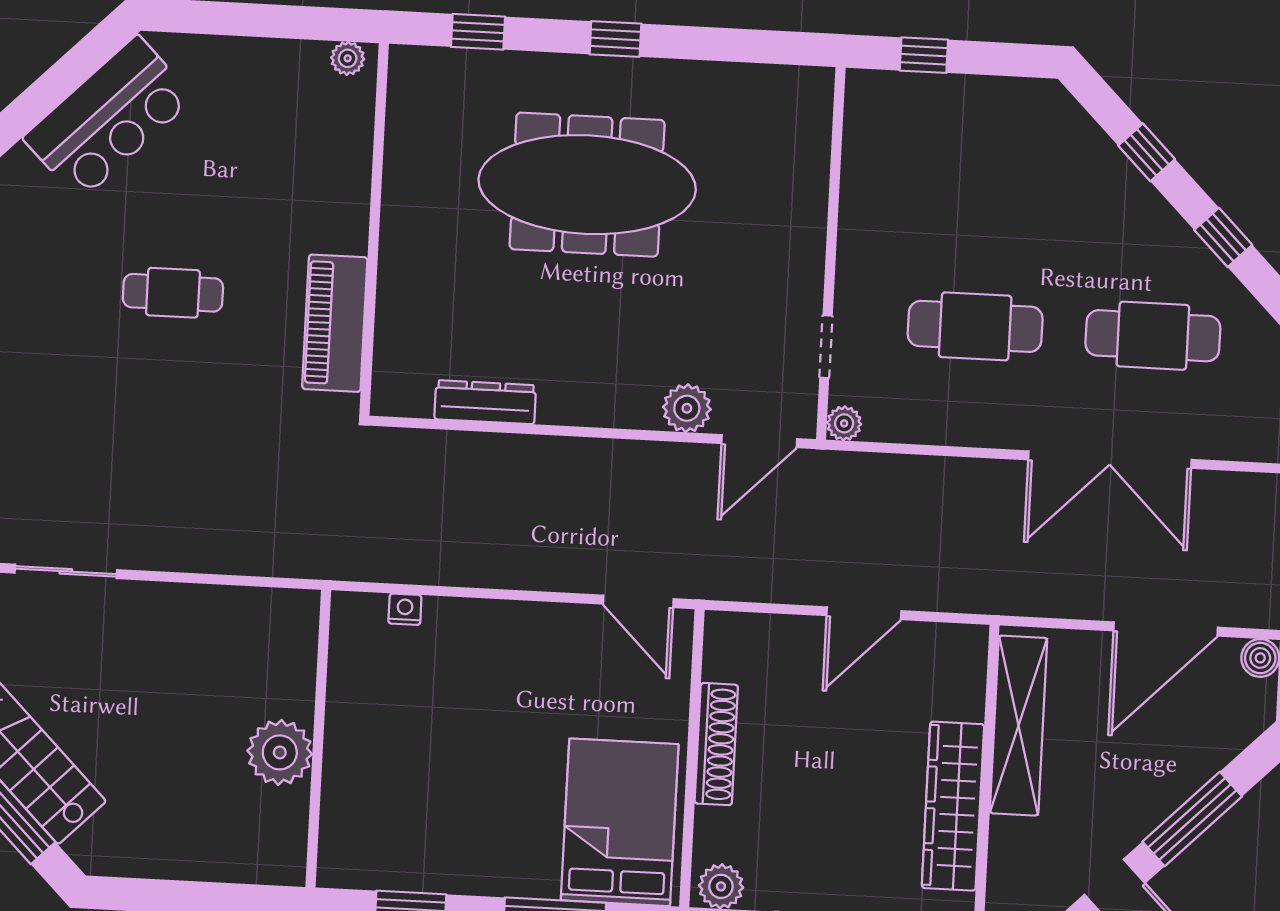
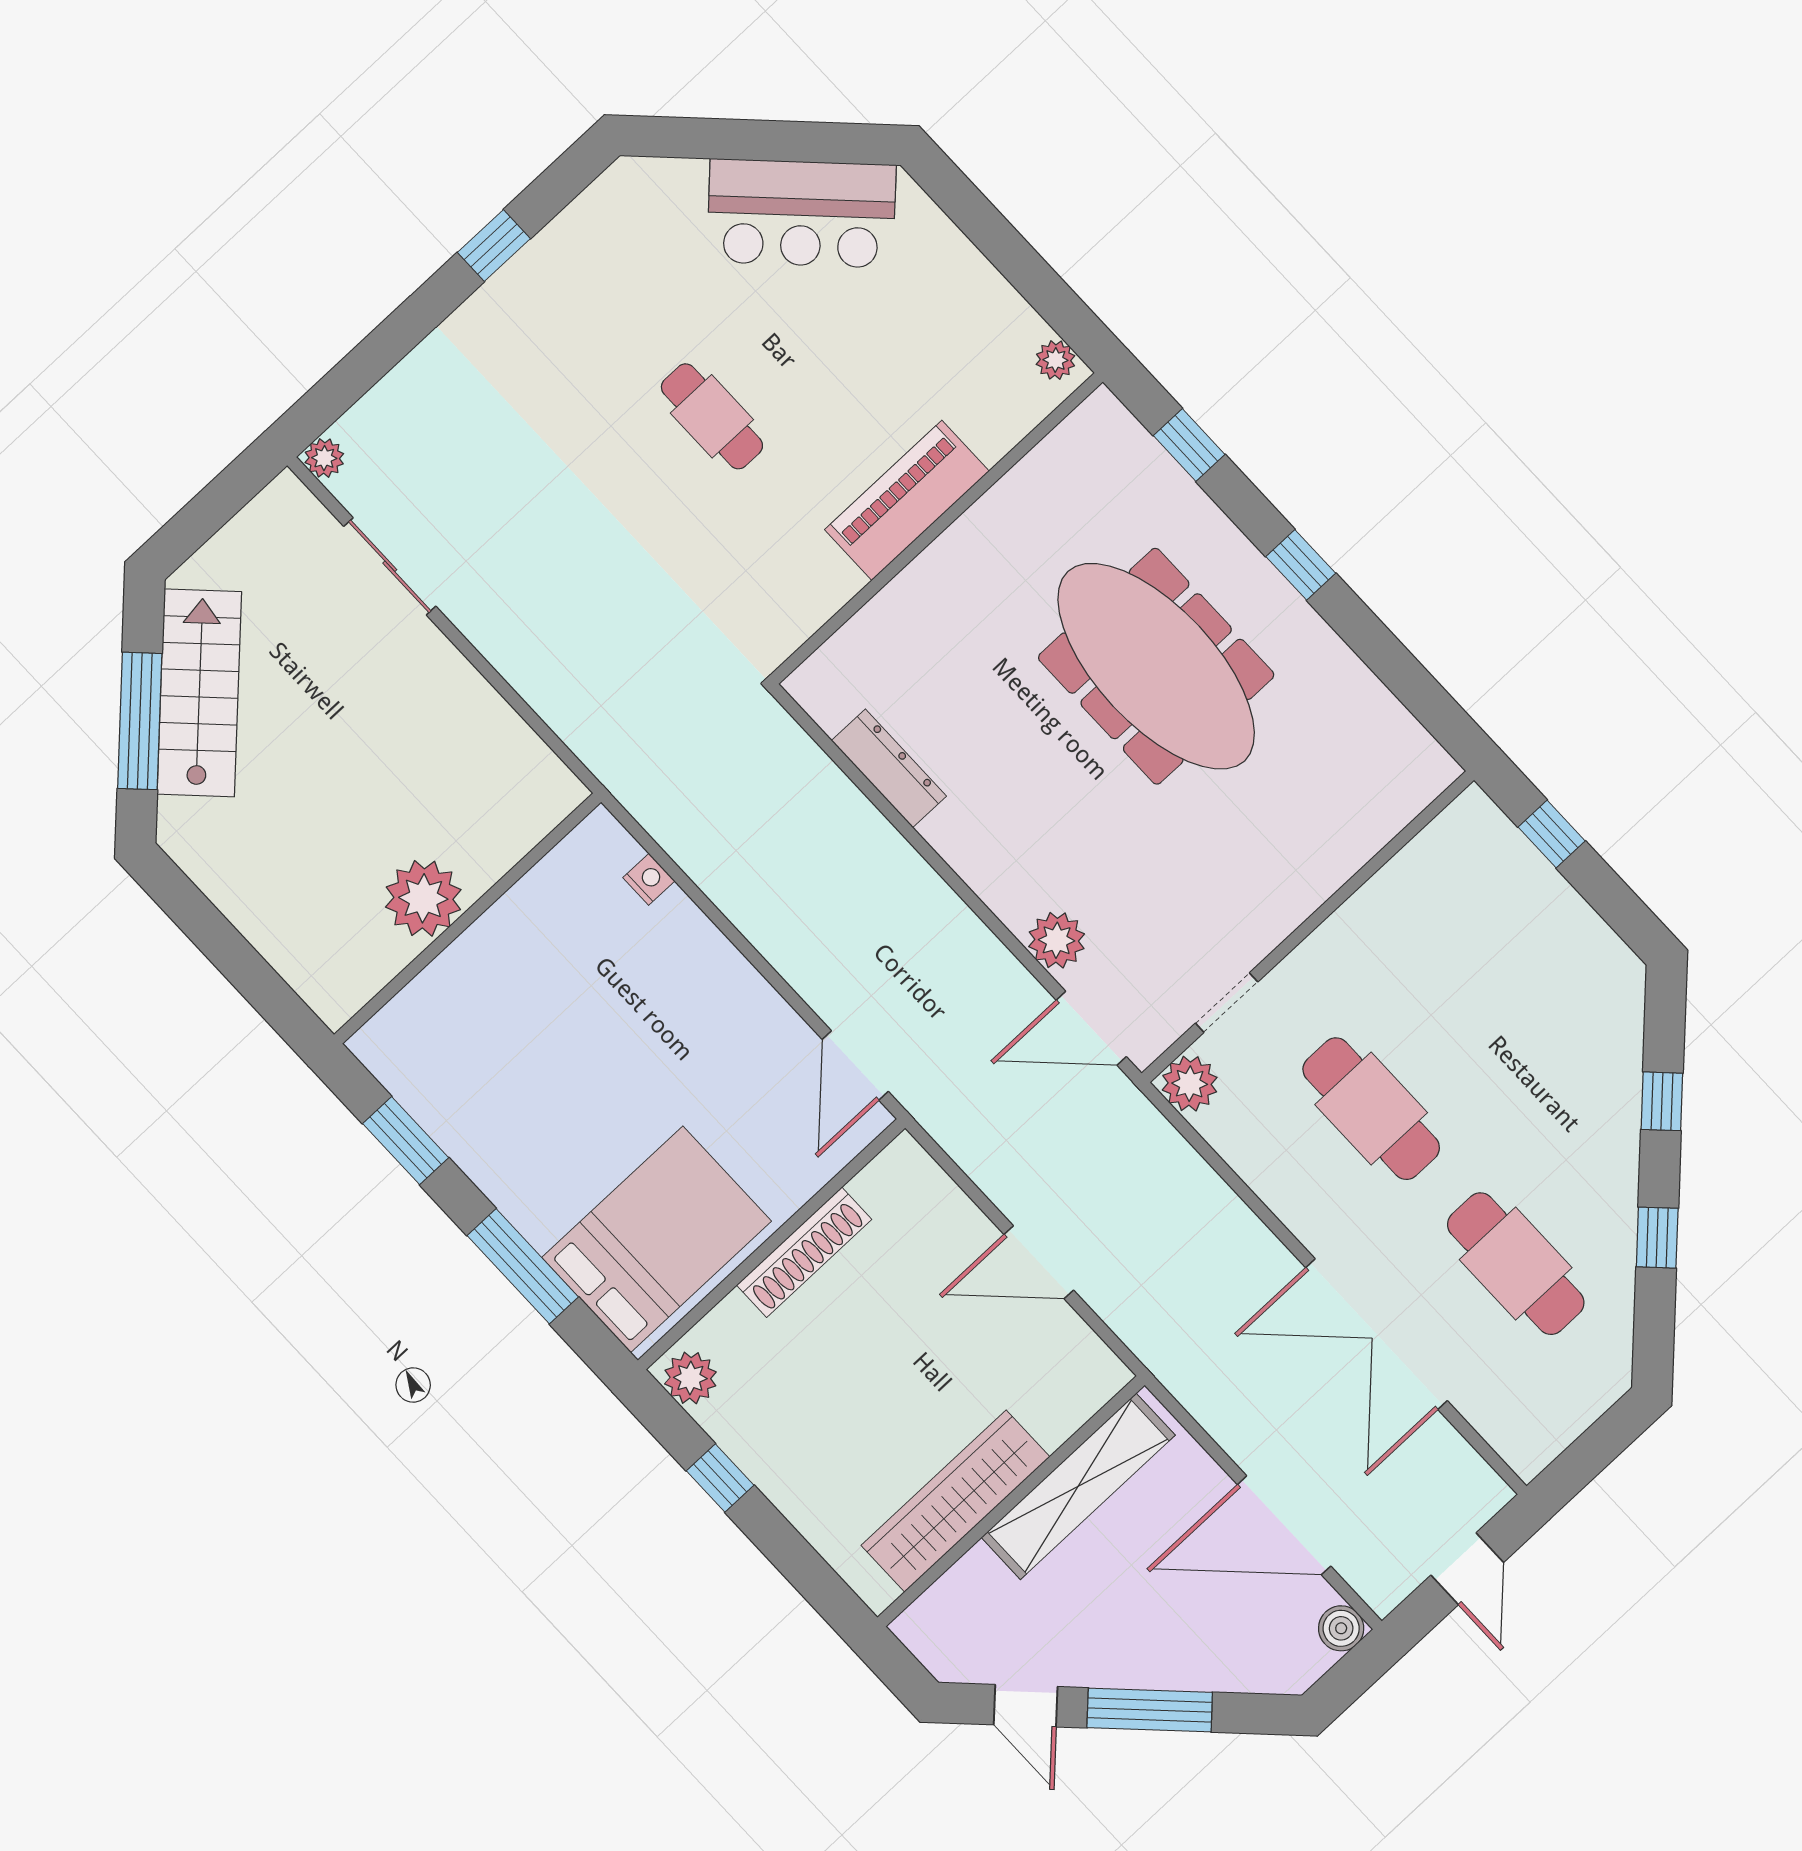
piano: (335, 323) -> (907, 500), moved
plant: (844, 423) -> (1190, 1084), width x1.38, depth x1.38

